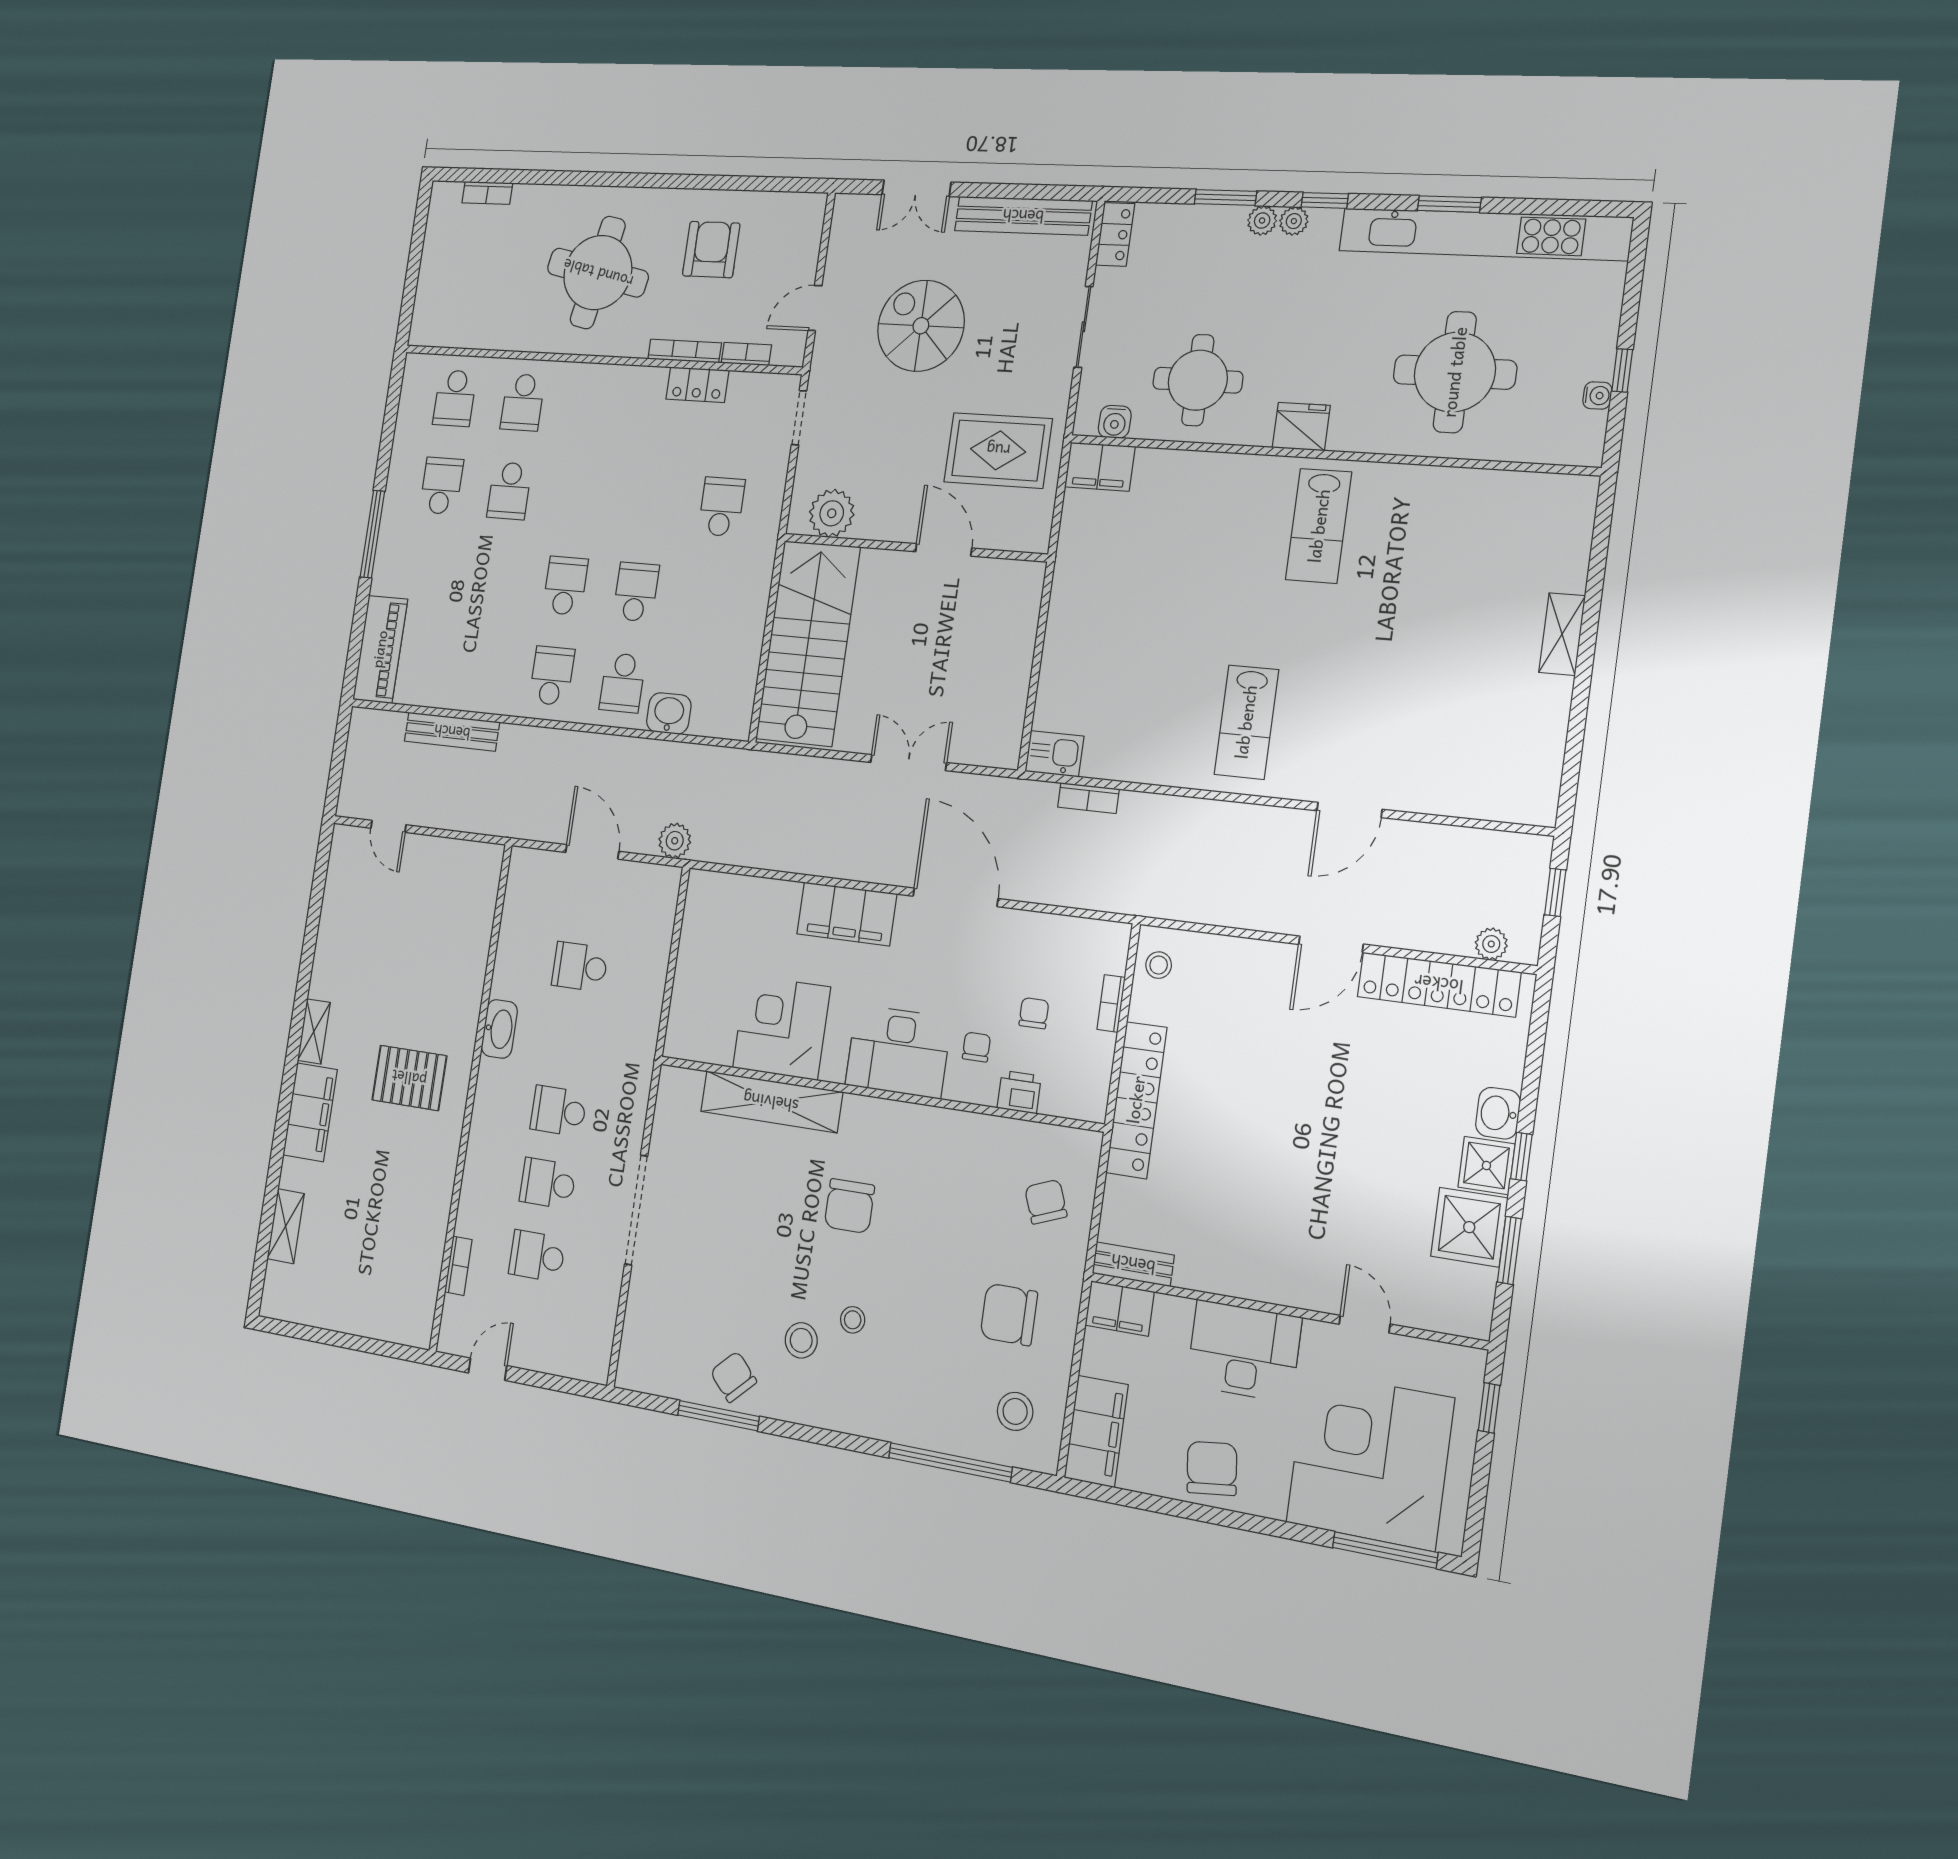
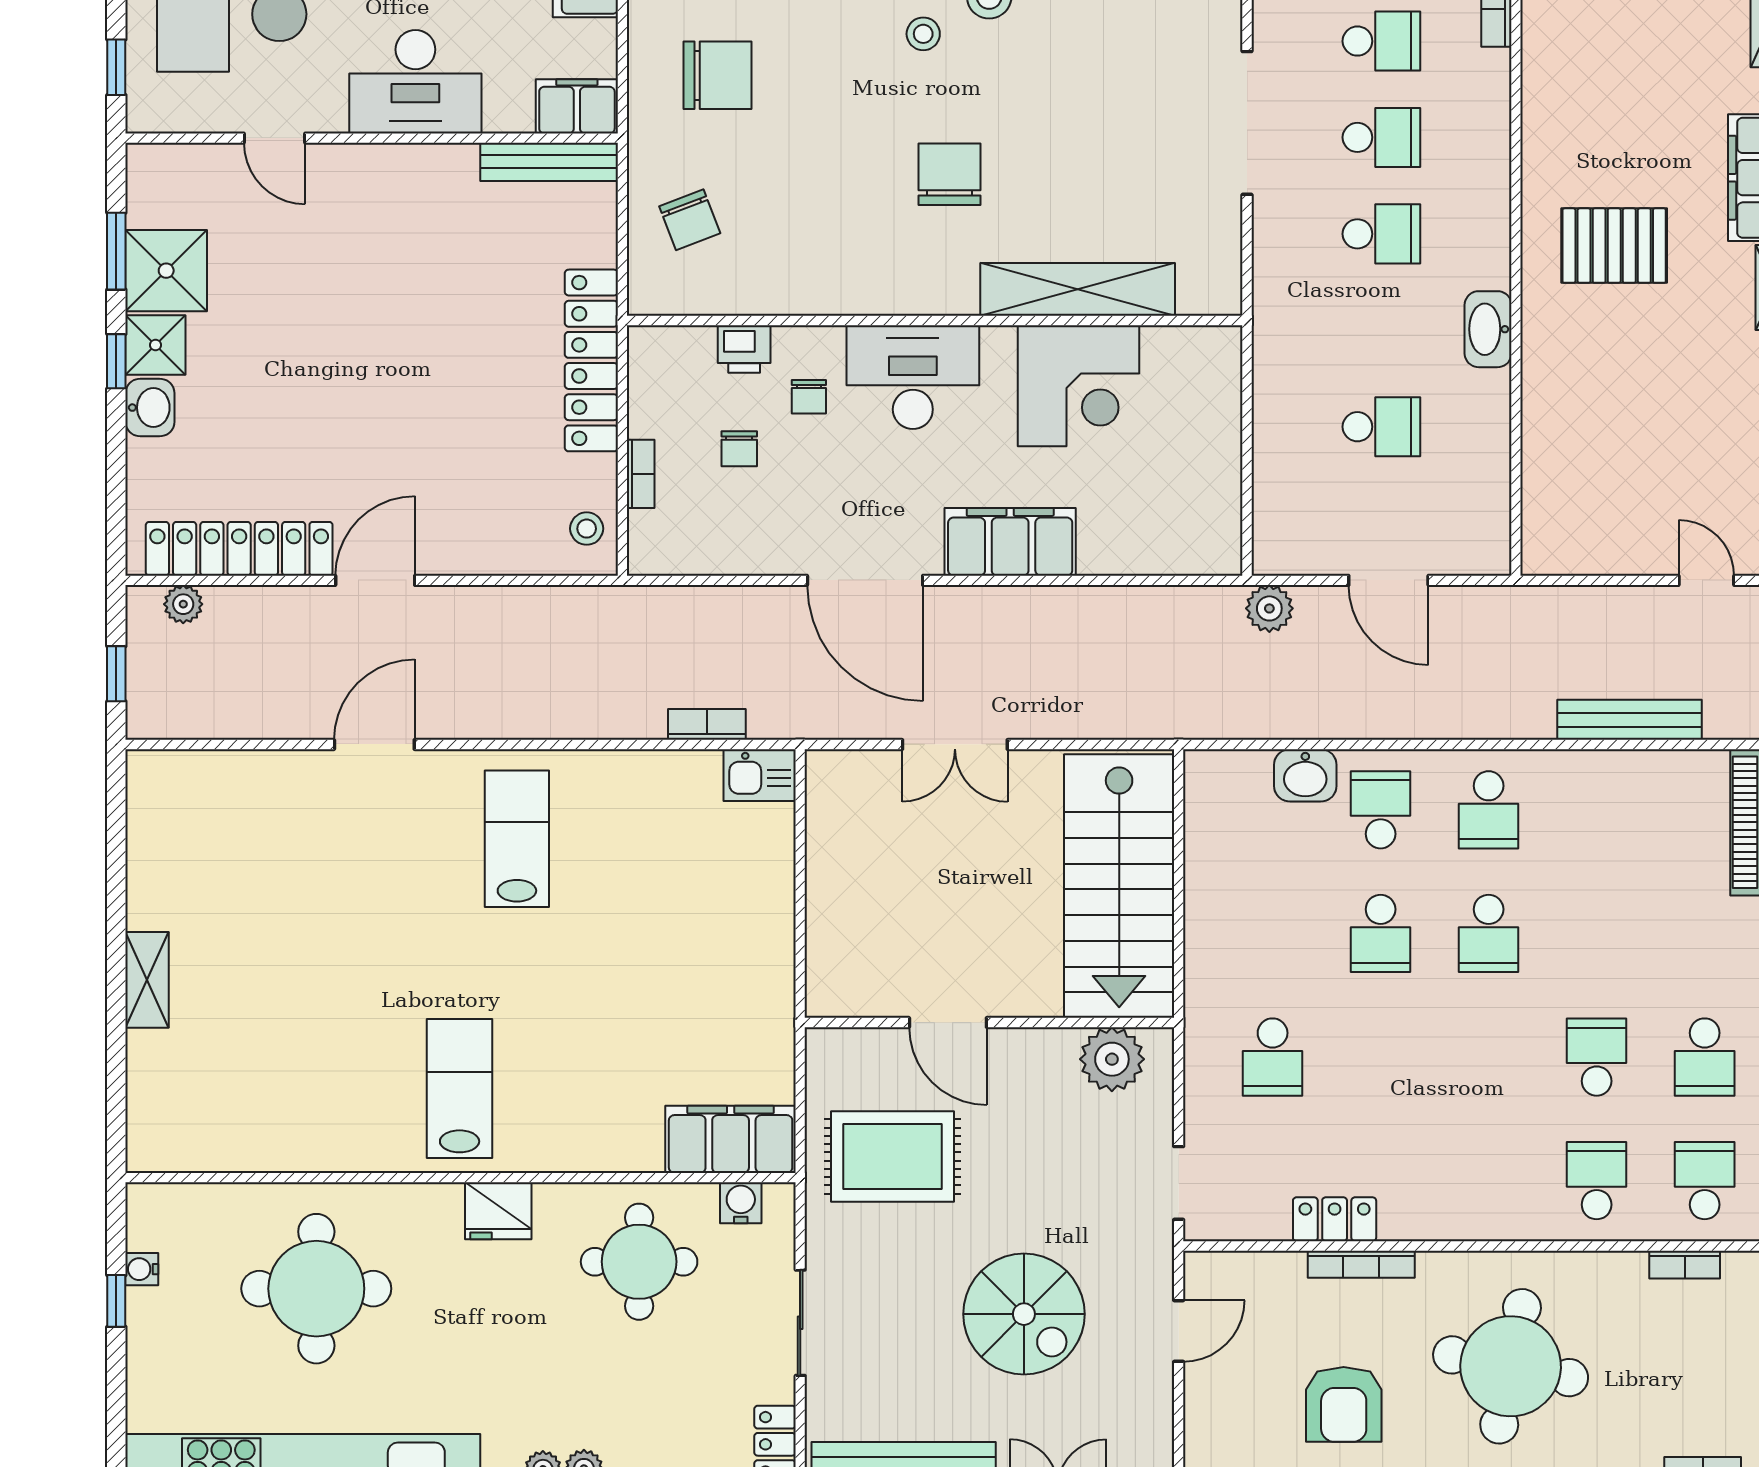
bookcase: (746, 354) -> (1685, 1265), moved
filing cabinet: (1100, 467) -> (731, 1139), width x1.50, depth x1.17
bench: (1133, 1264) -> (549, 162), width x1.36

